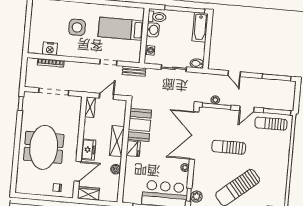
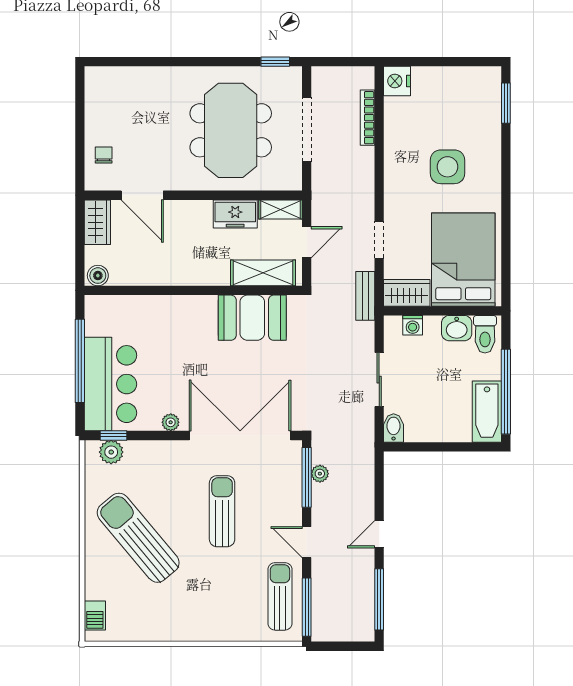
bathtub: (200, 27) -> (487, 412), moved, turned -90
bed: (121, 29) -> (463, 260), width x1.50
nightstand: (50, 49) -> (397, 81), moved
wardrobe: (134, 52) -> (407, 293), added
door: (234, 74) -> (379, 534), moved
door: (106, 96) -> (307, 242), hinge flipped
shelving: (117, 141) -> (263, 273), moved
meeting table: (44, 147) -> (231, 130), moved, turned 90
fridge: (133, 149) -> (201, 309), removed
freezer: (88, 150) -> (235, 214), moved
boiler: (116, 169) -> (98, 276), moved

